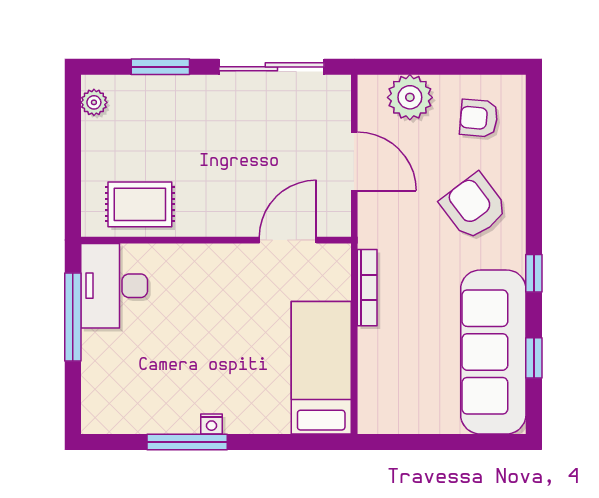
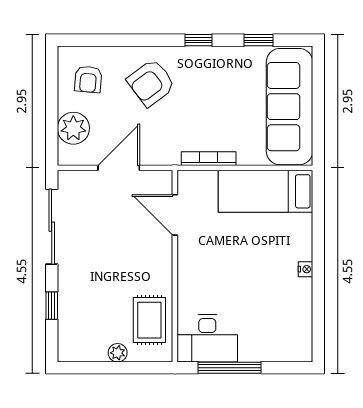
window: (160, 67) -> (52, 306), width x0.67
plant: (94, 102) -> (118, 353), moved
sofa: (493, 352) -> (290, 107), moved, turned 90
window: (187, 442) -> (318, 287), removed

